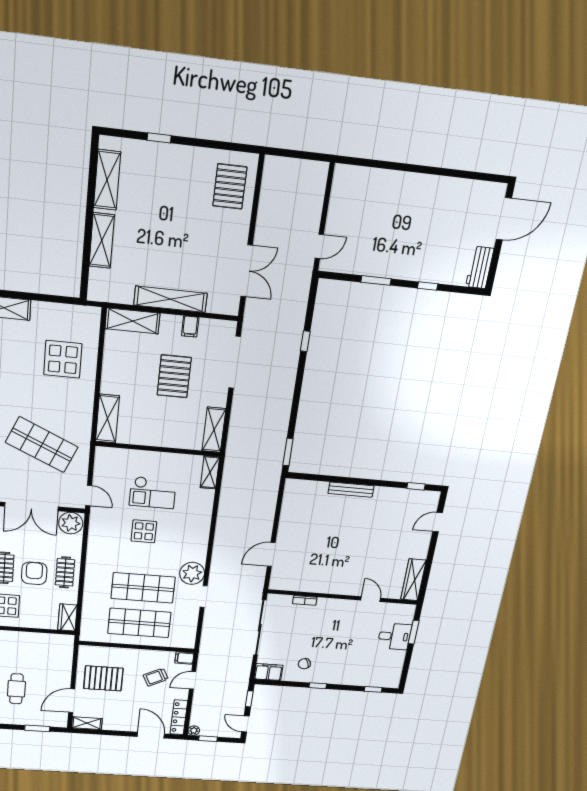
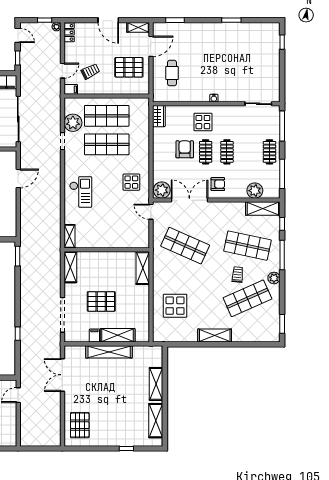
shelving: (132, 321) -> (118, 335), moved
pallet: (174, 376) -> (101, 301), turned 90
checkout: (153, 493) -> (81, 192), moved, turned 90
display table: (144, 531) -> (131, 182), moved
clothes rail: (65, 572) -> (163, 152), removed
armchair: (34, 573) -> (185, 149), turned 180
plant: (192, 573) -> (73, 123), moved
cafe table: (16, 689) -> (172, 73), moved
locker: (179, 717) -> (69, 32), width x0.66
door: (151, 735) -> (108, 20), moved

